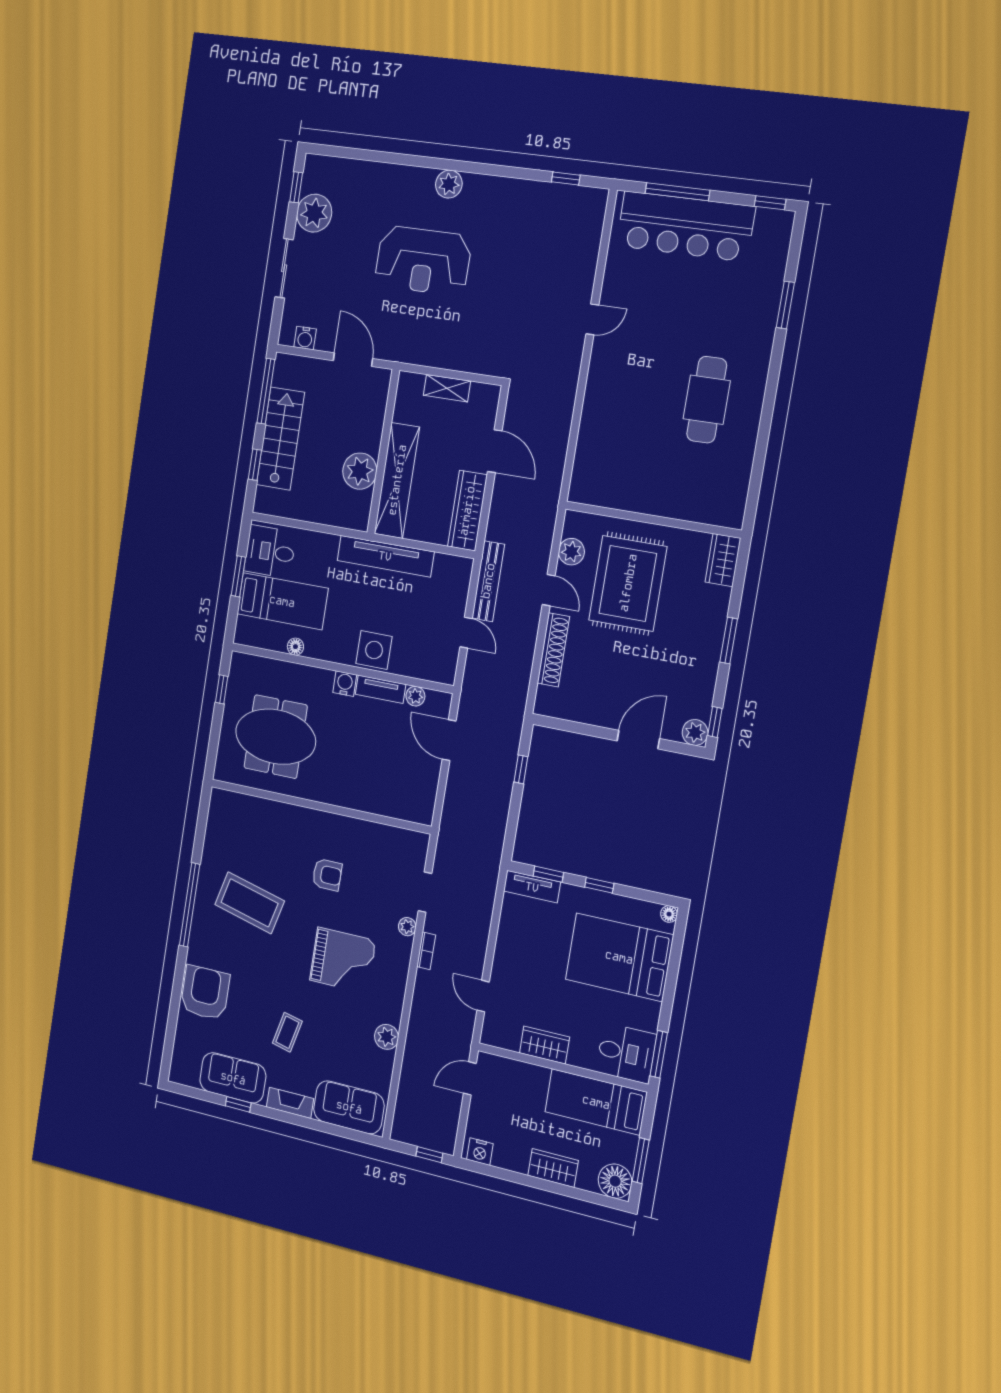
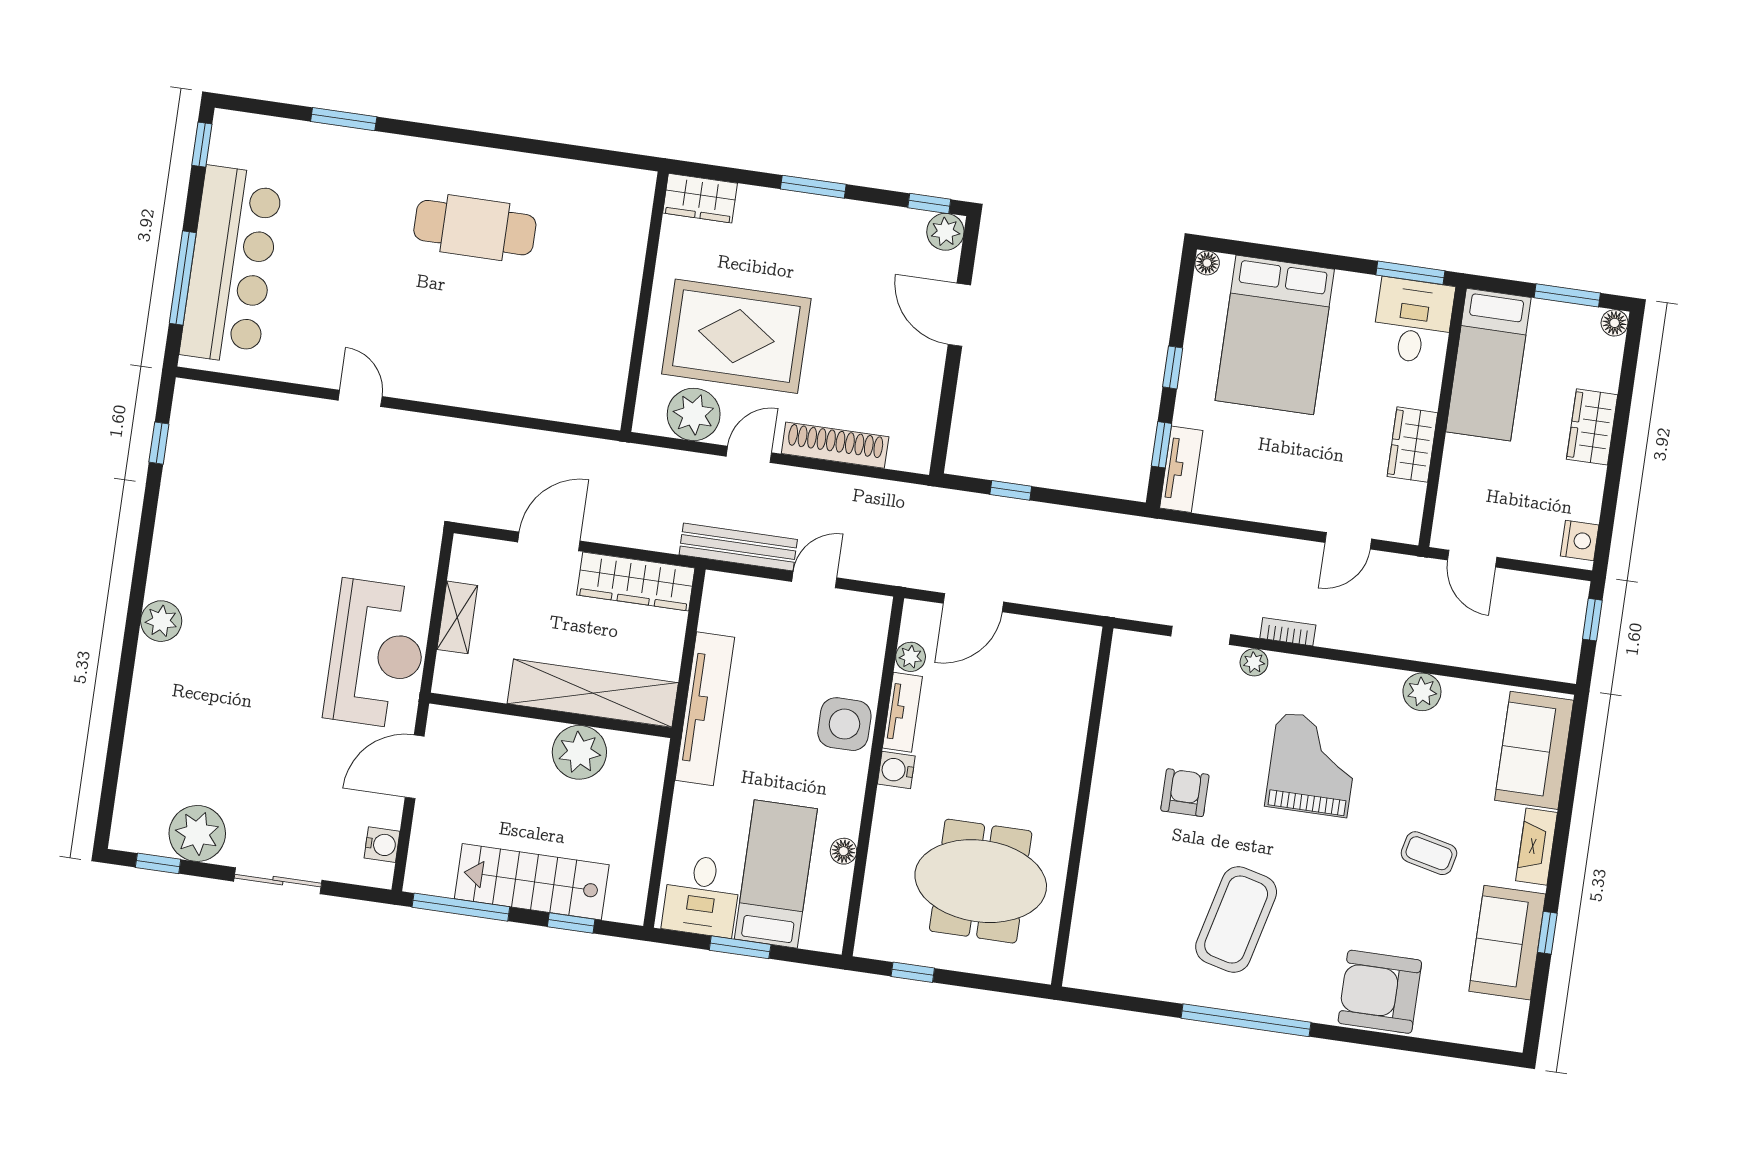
reception desk: (423, 261) -> (377, 654), moved
plant: (571, 552) -> (694, 414), width x1.36, depth x1.36
meeting table: (276, 737) -> (981, 881), turned 90
floor lamp: (615, 1181) -> (1615, 323), width x0.53, depth x0.53

